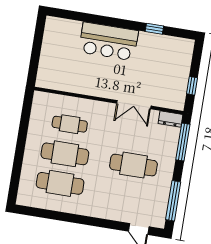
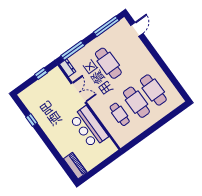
piano: (63, 26) -> (75, 166), added
bar counter: (109, 41) -> (89, 127), moved, turned 180

